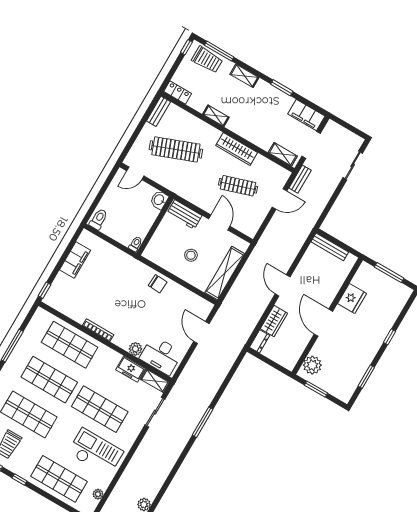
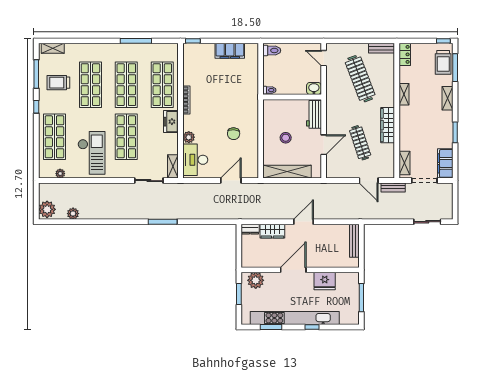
chair: (158, 284) -> (234, 134), moved
kitchen unit: (371, 349) -> (295, 318), added
freezer: (131, 369) -> (171, 122), moved

